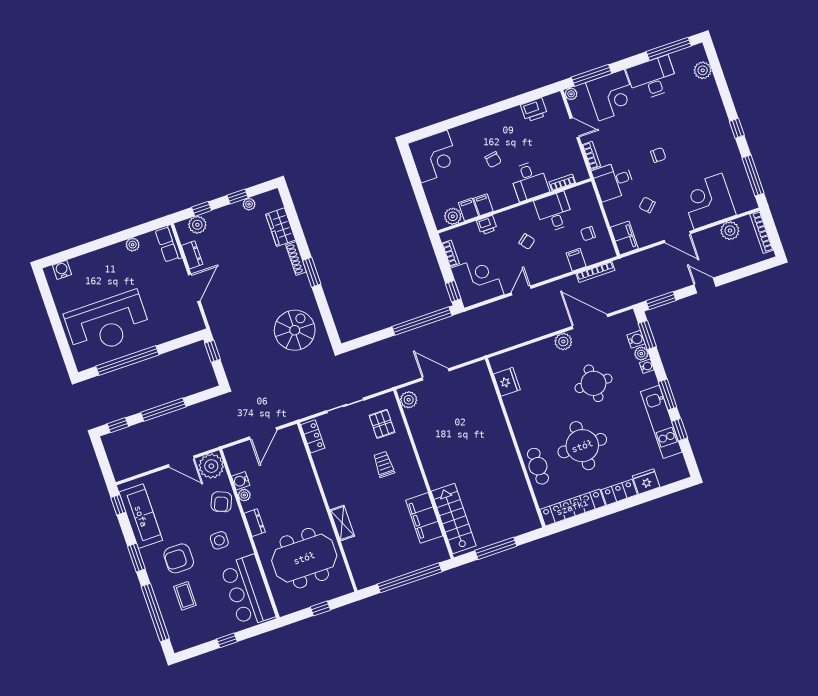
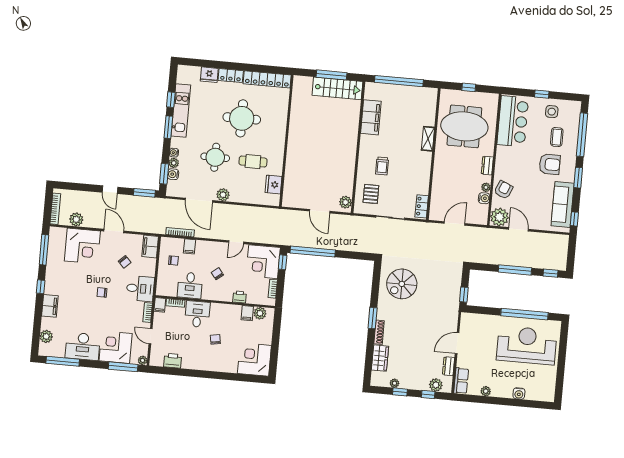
filing cabinet: (715, 110) -> (50, 306), added
filing cabinet: (483, 205) -> (160, 305), moved
water cooler: (62, 270) -> (519, 393), moved
cafe table: (538, 466) -> (253, 162), moved, turned 90
stairs: (454, 519) -> (337, 88), moved, turned -90
side table: (219, 540) -> (552, 112), moved

